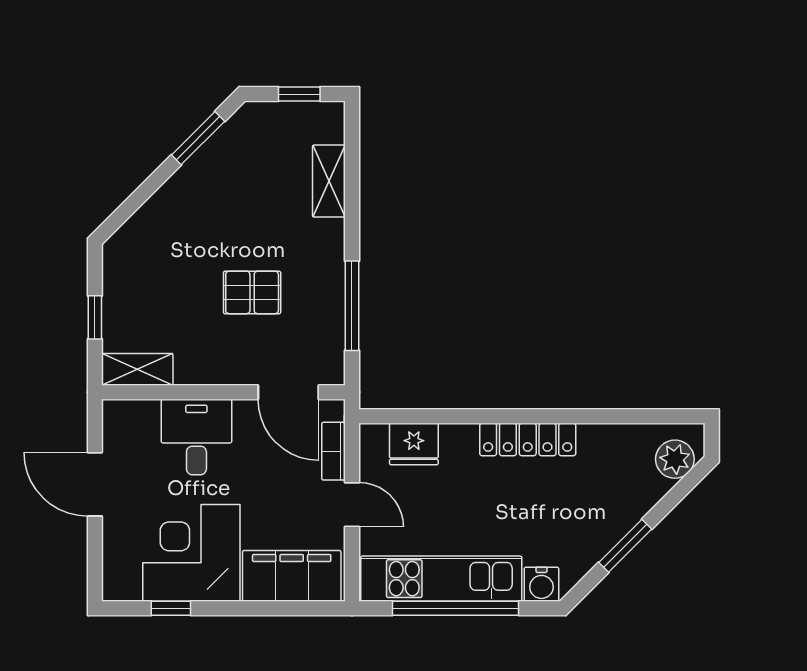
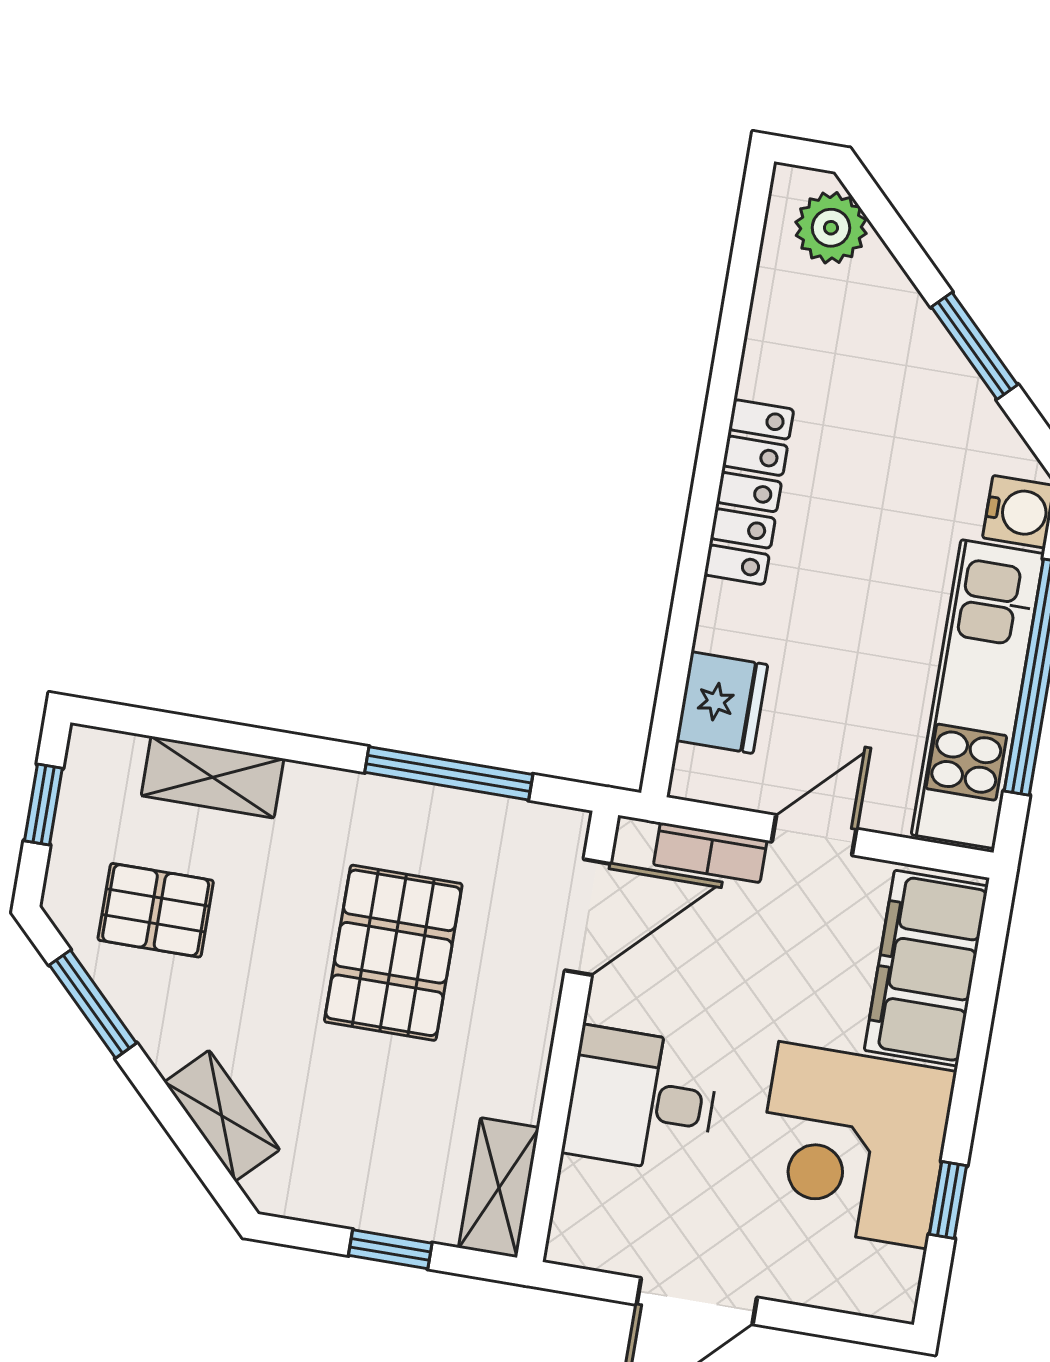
pallet: (253, 163) -> (156, 910), added
shelving: (150, 216) -> (222, 1116), added
pallet: (252, 292) -> (393, 953), width x1.50, depth x1.42

